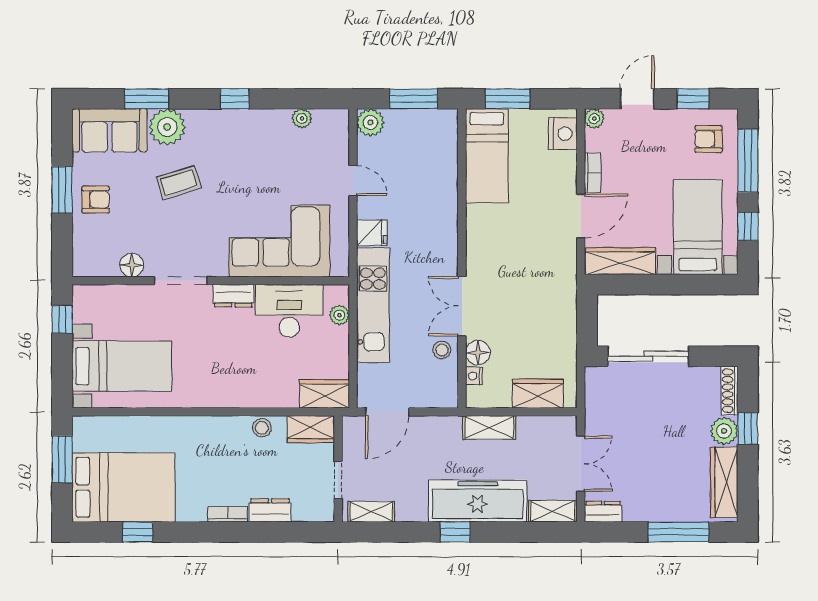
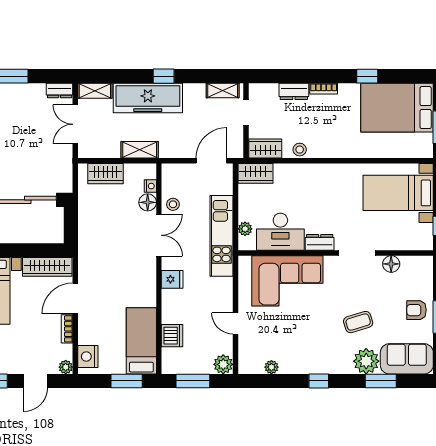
dishwasher: (443, 163) -> (172, 336), added
fridge: (372, 233) -> (172, 279), moved, turned 180
window: (138, 532) -> (367, 76), moved

